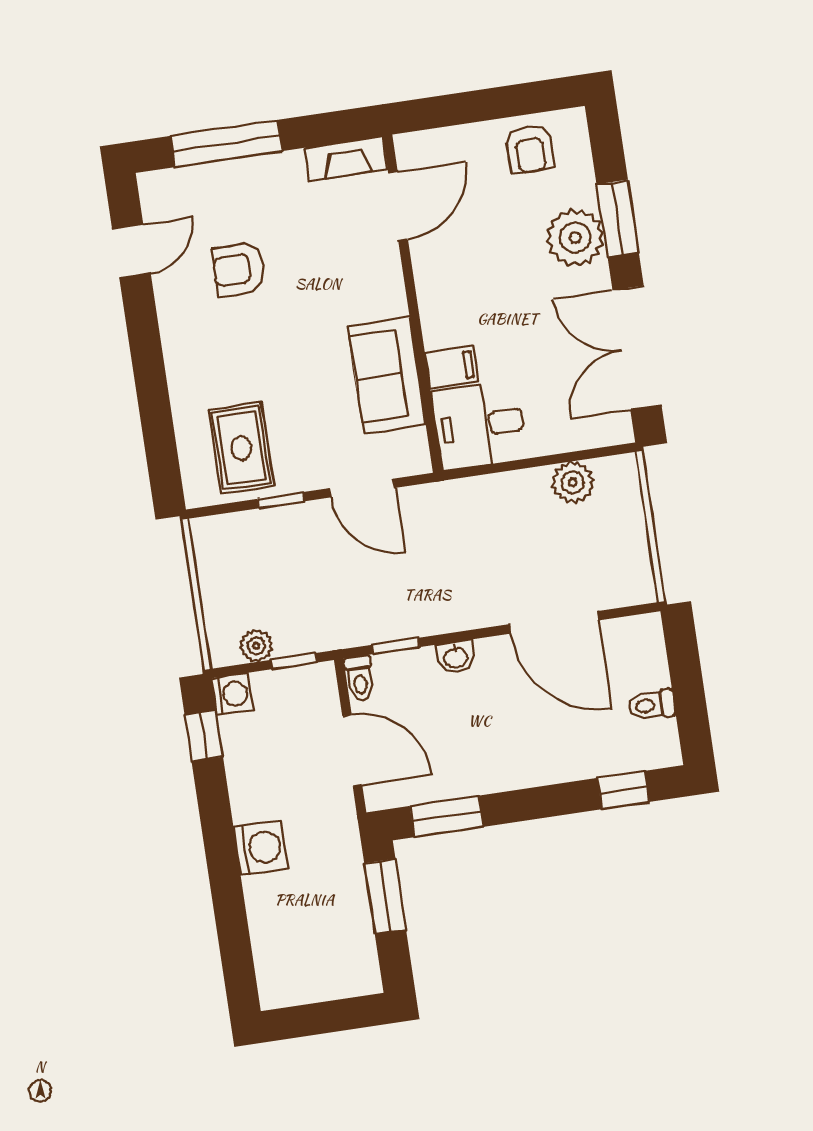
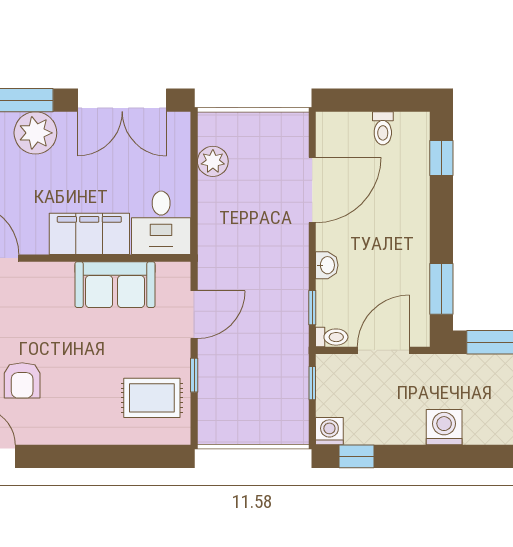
filing cabinet: (451, 367) -> (89, 234), width x3.00, depth x1.17
plant: (256, 646) -> (297, 408), removed

